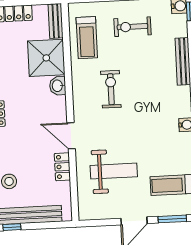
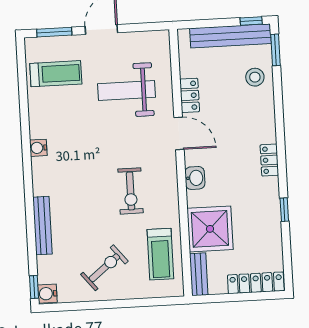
exercise bike: (132, 27) -> (104, 268), turned -39
treadmill: (87, 38) -> (160, 254), turned 180
washbasin: (58, 86) -> (195, 178), moved

